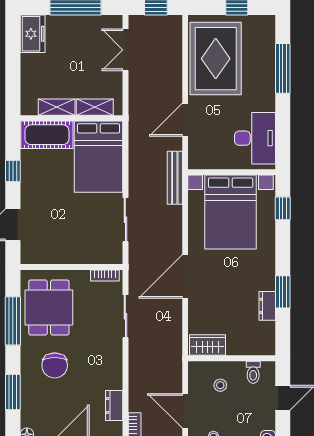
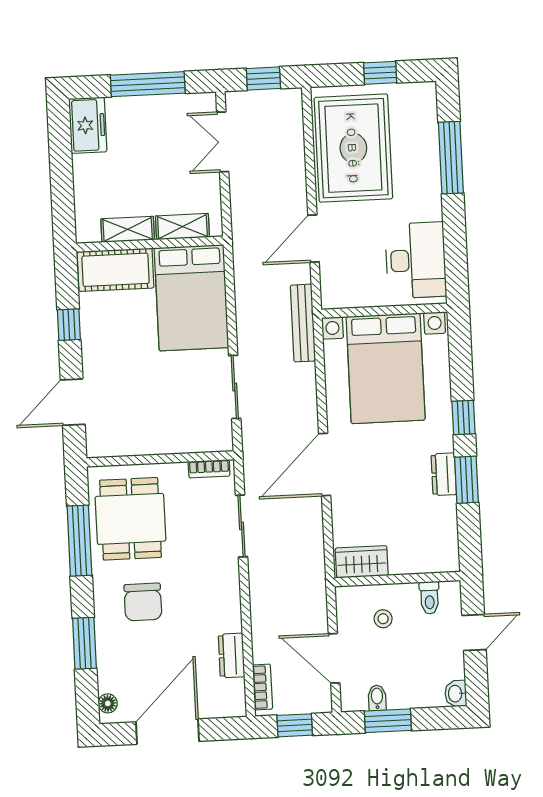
window: (283, 208) -> (464, 418), moved
dresser: (267, 306) -> (444, 474), moved

